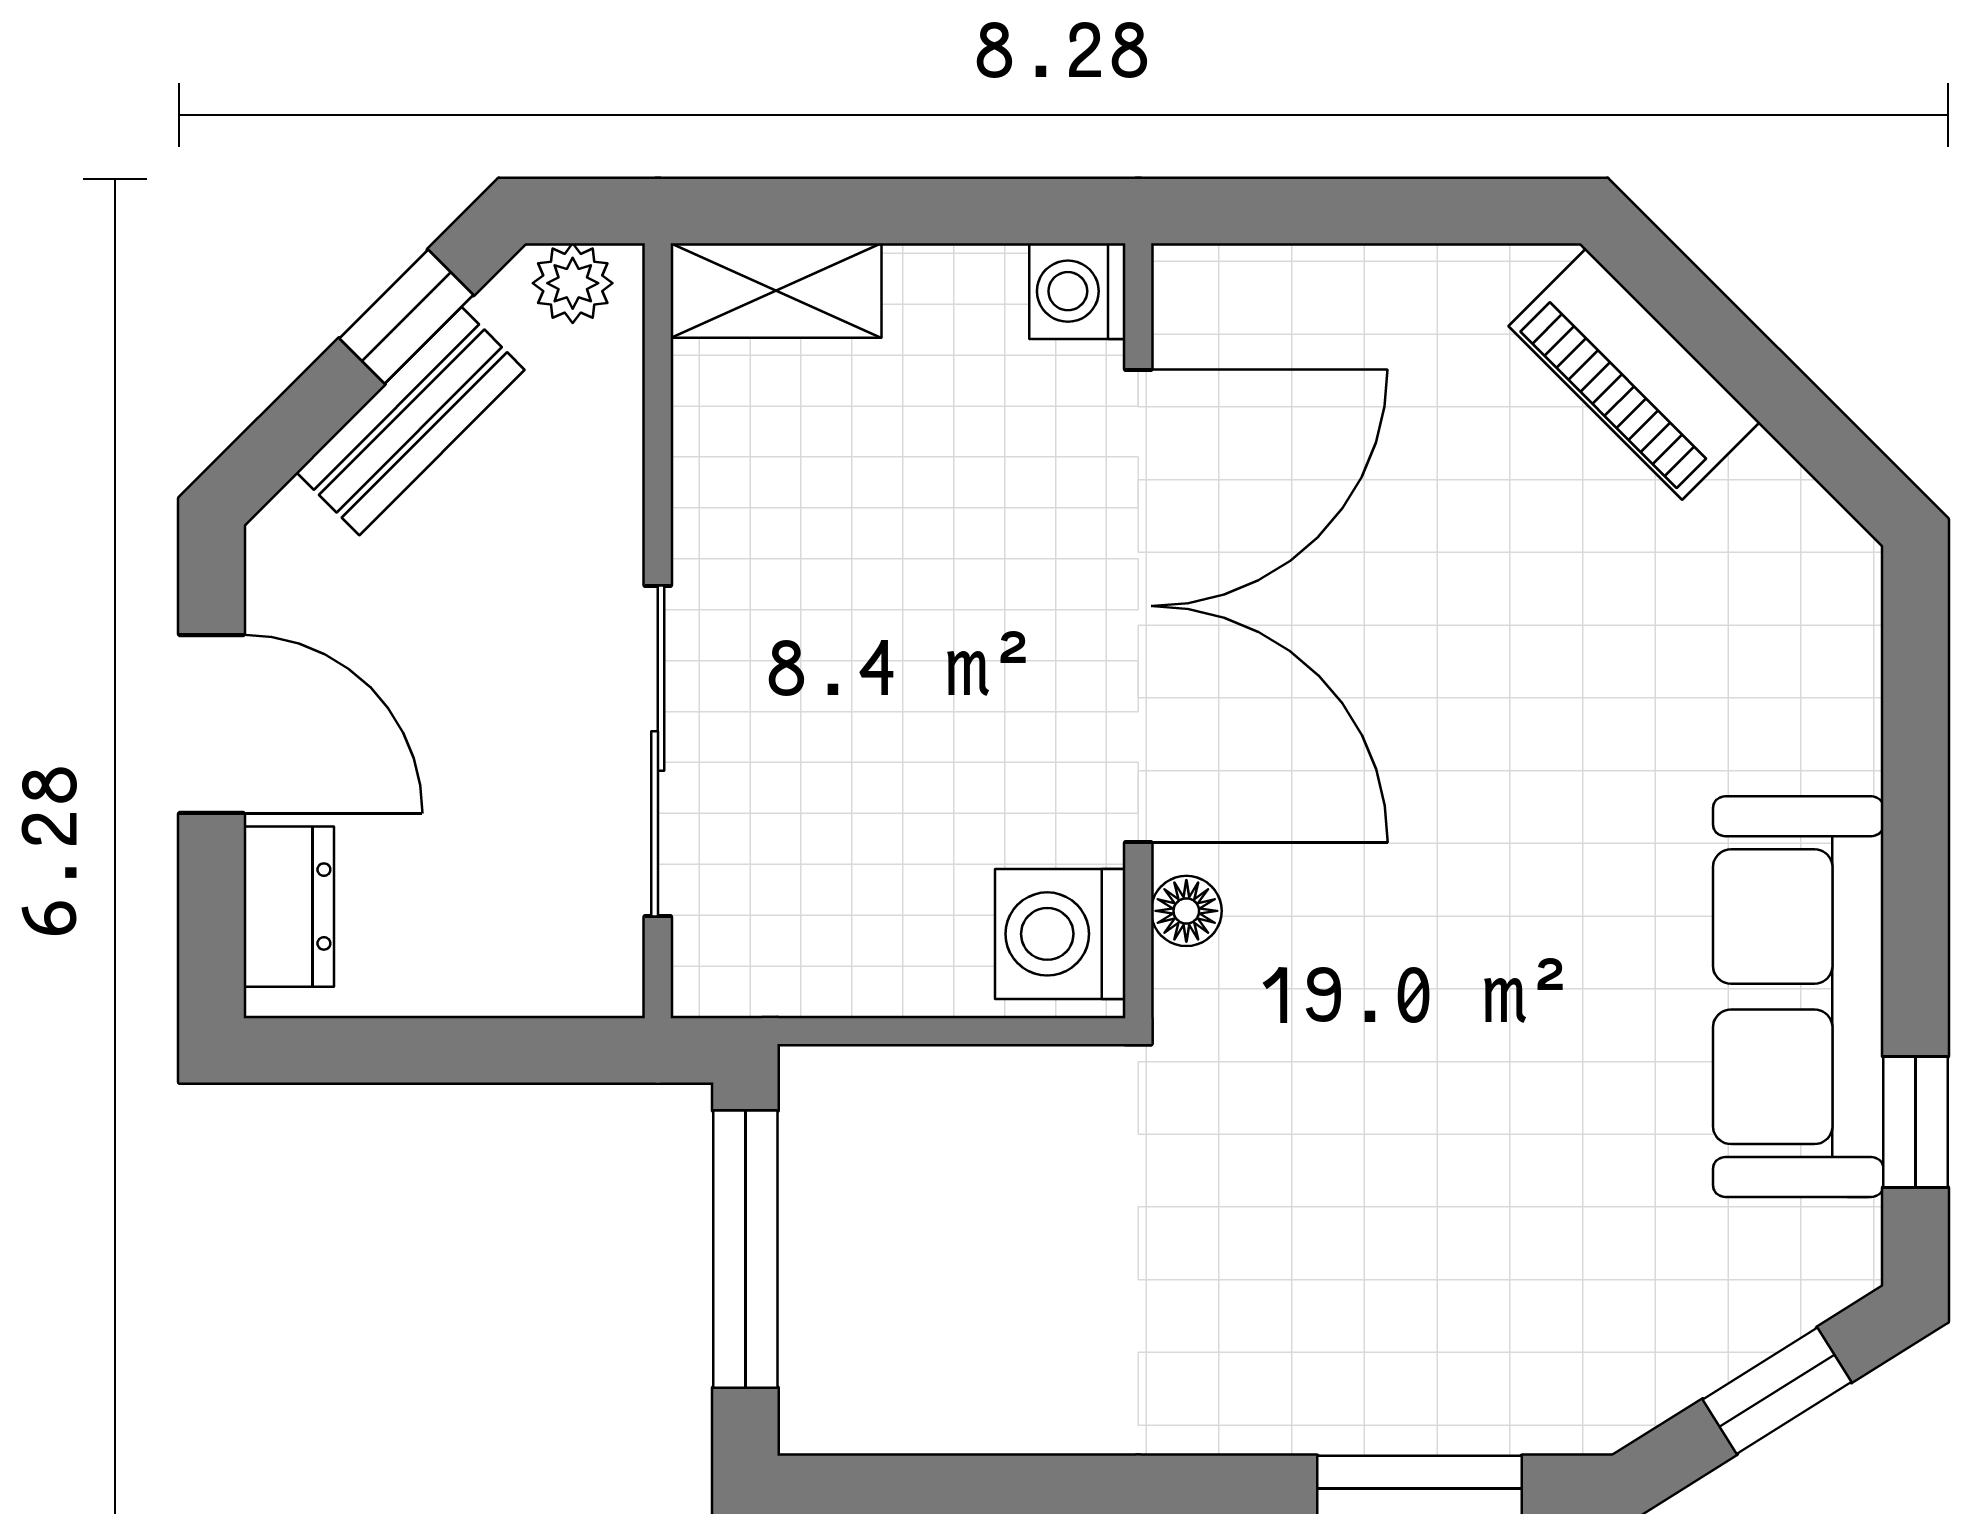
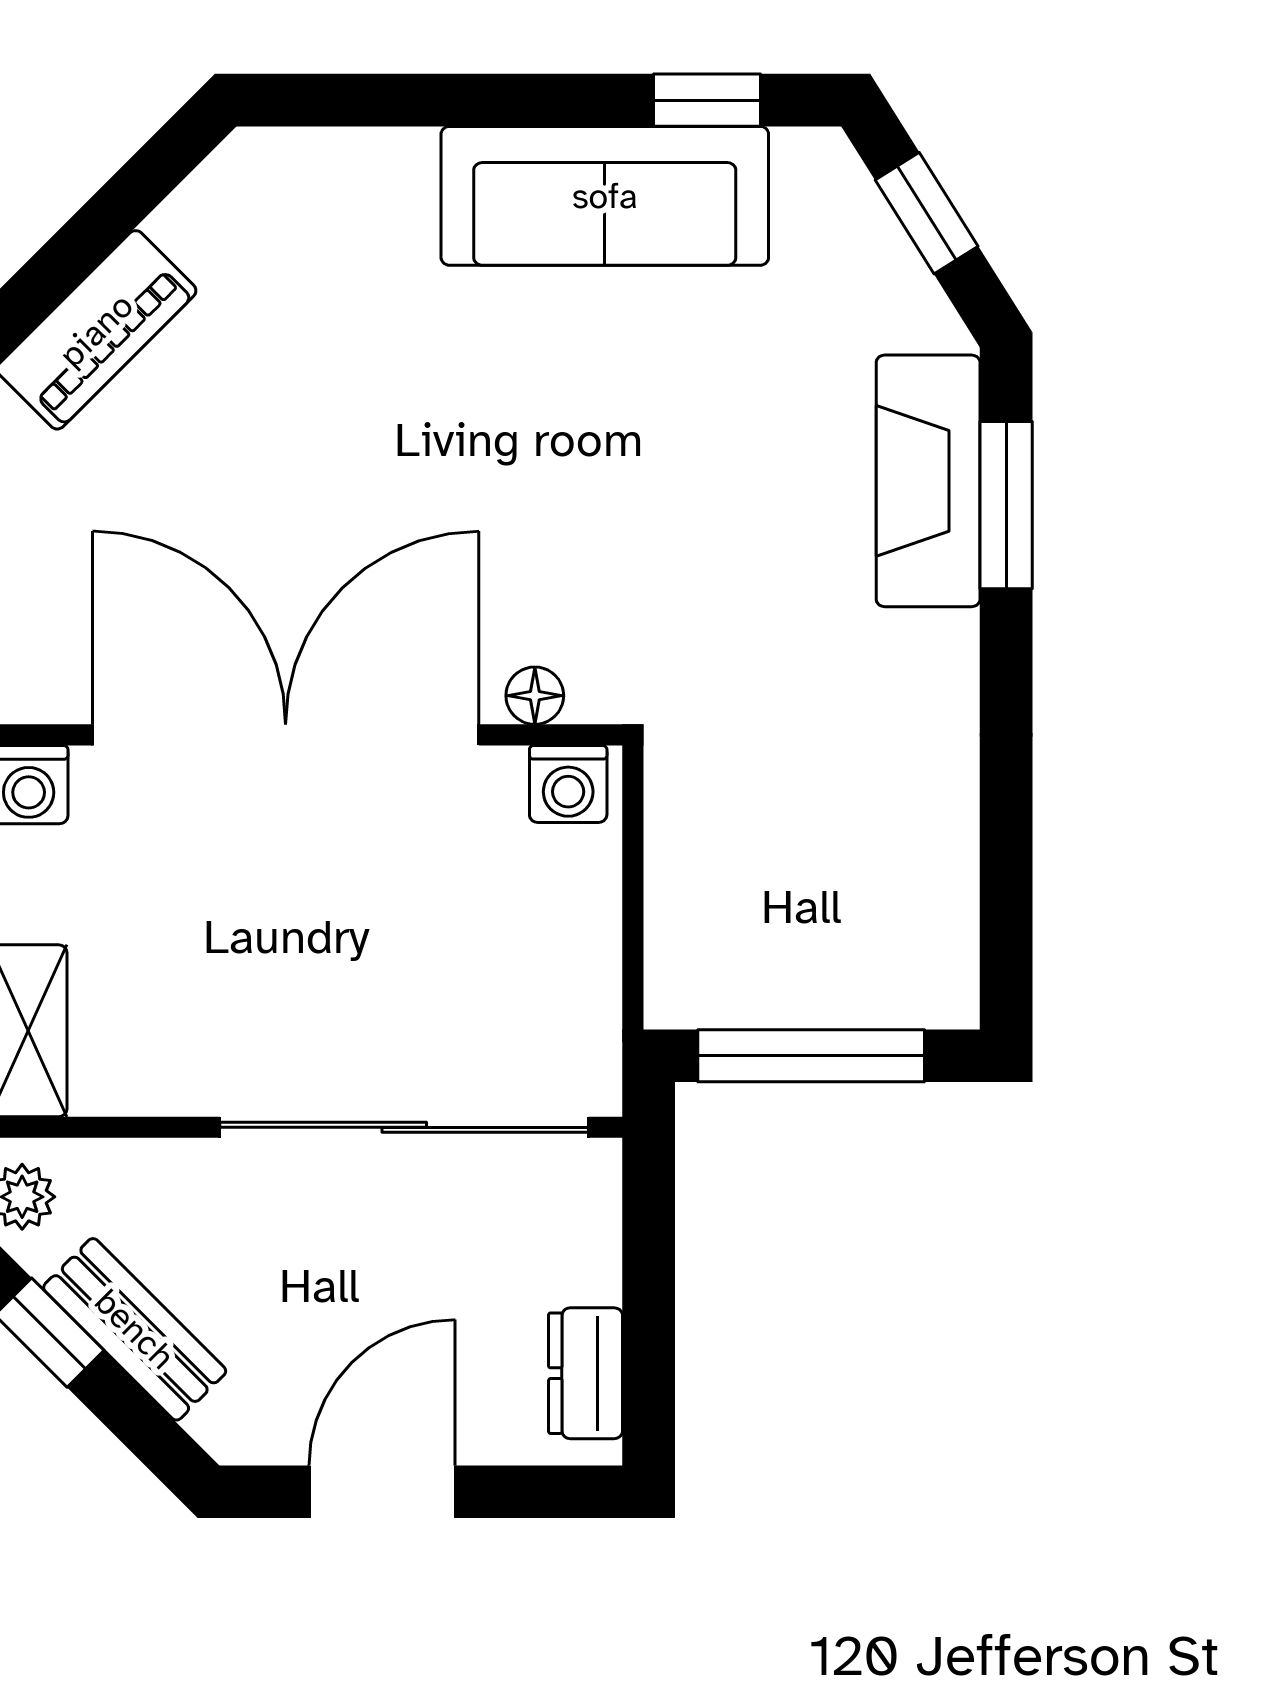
sliding door: (658, 751) -> (404, 1127), width x1.36
dresser: (289, 907) -> (586, 1373), moved, turned -90
washing machine: (1060, 934) -> (568, 784), width x0.73, depth x0.73
fireplace: (1449, 1393) -> (928, 481), added

